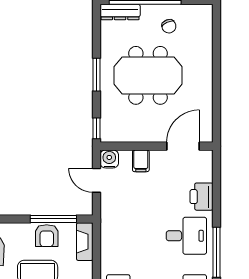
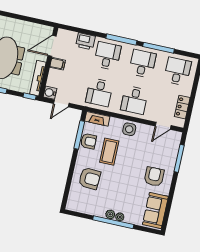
tv unit: (128, 135) -> (38, 78), added
door: (183, 146) -> (52, 46), hinge flipped
filing cabinet: (141, 161) -> (58, 64), moved
desk: (127, 236) -> (99, 92), added

